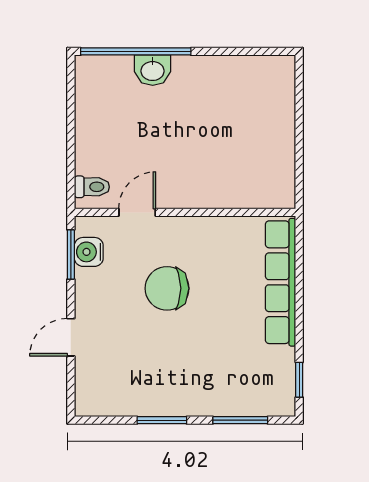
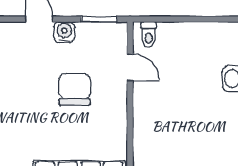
water cooler: (89, 252) -> (64, 32), moved

